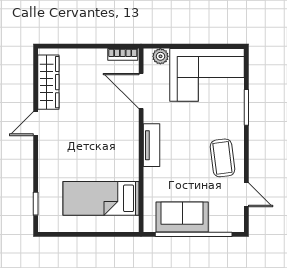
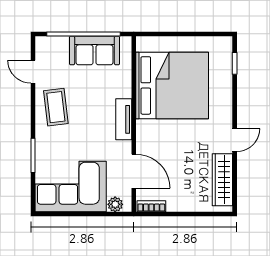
bed: (101, 198) -> (172, 85), width x2.04

